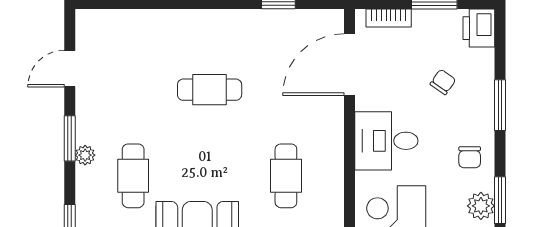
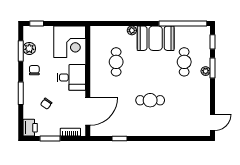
door: (70, 69) -> (212, 122), moved
window: (70, 138) -> (212, 68), moved

